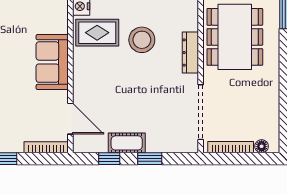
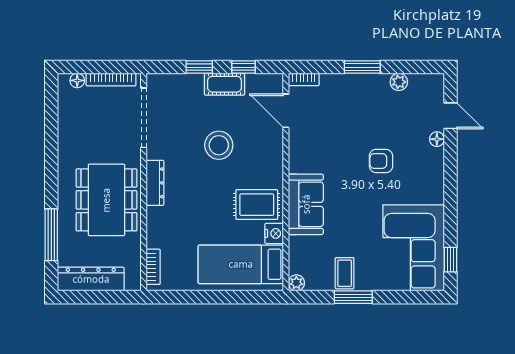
stool: (142, 40) -> (219, 145), moved
sofa: (52, 62) -> (306, 204), moved
bookcase: (46, 147) -> (304, 79), width x0.64

